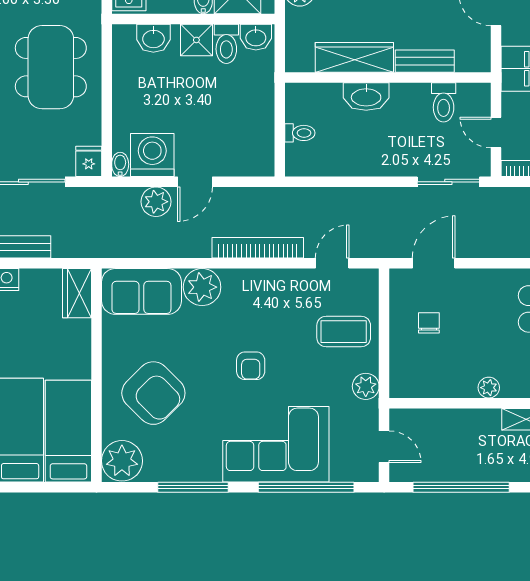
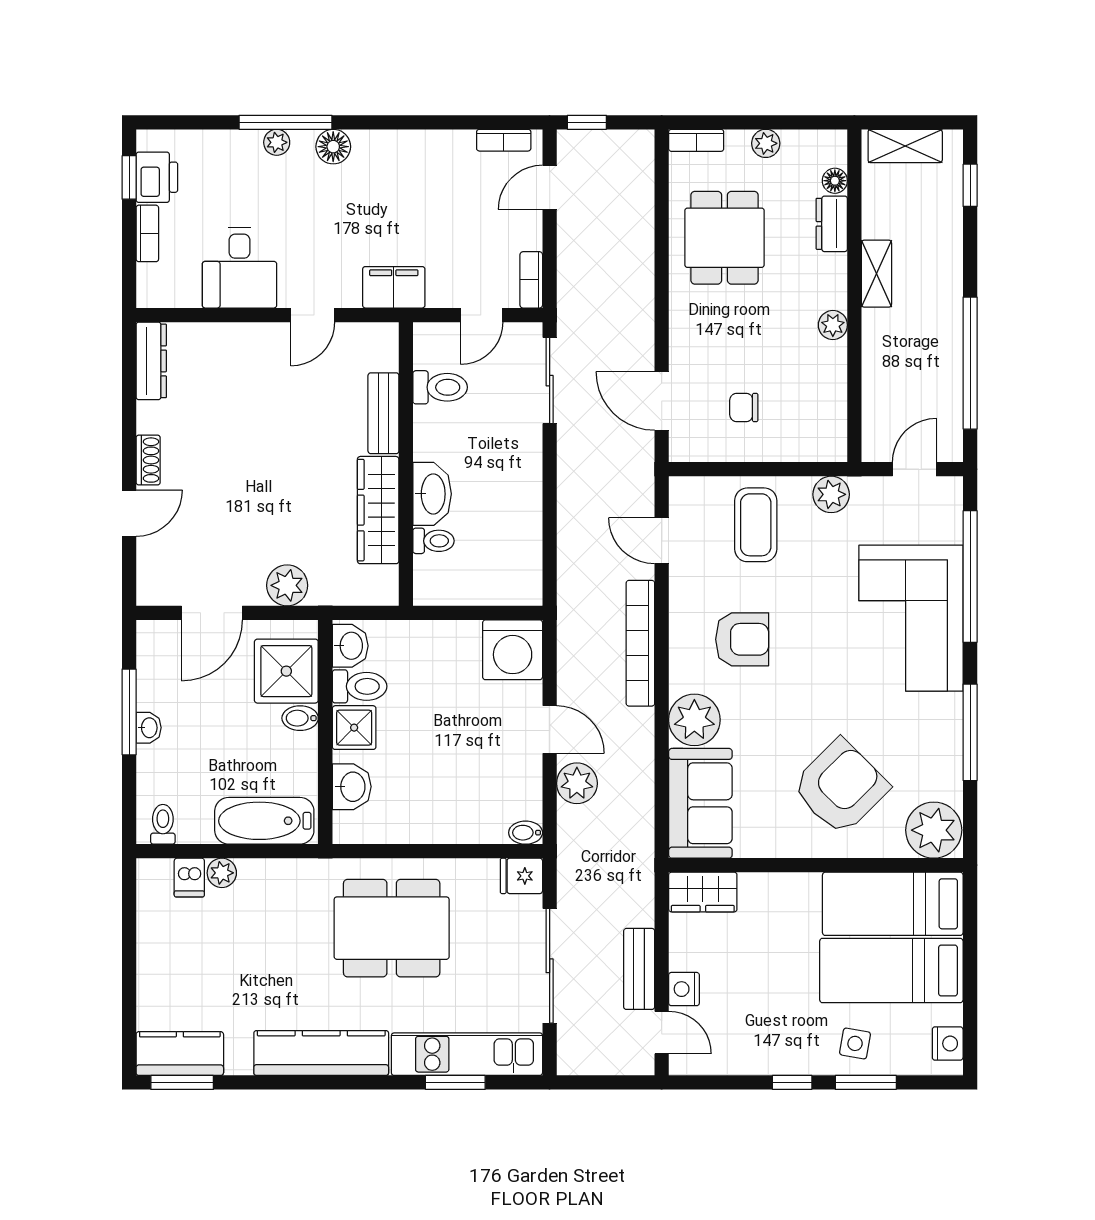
toilet: (300, 133) -> (434, 541), moved, turned 90
washing machine: (152, 155) -> (513, 650), moved, turned -90
armchair: (251, 366) -> (742, 639), moved, width x1.38, depth x1.38

